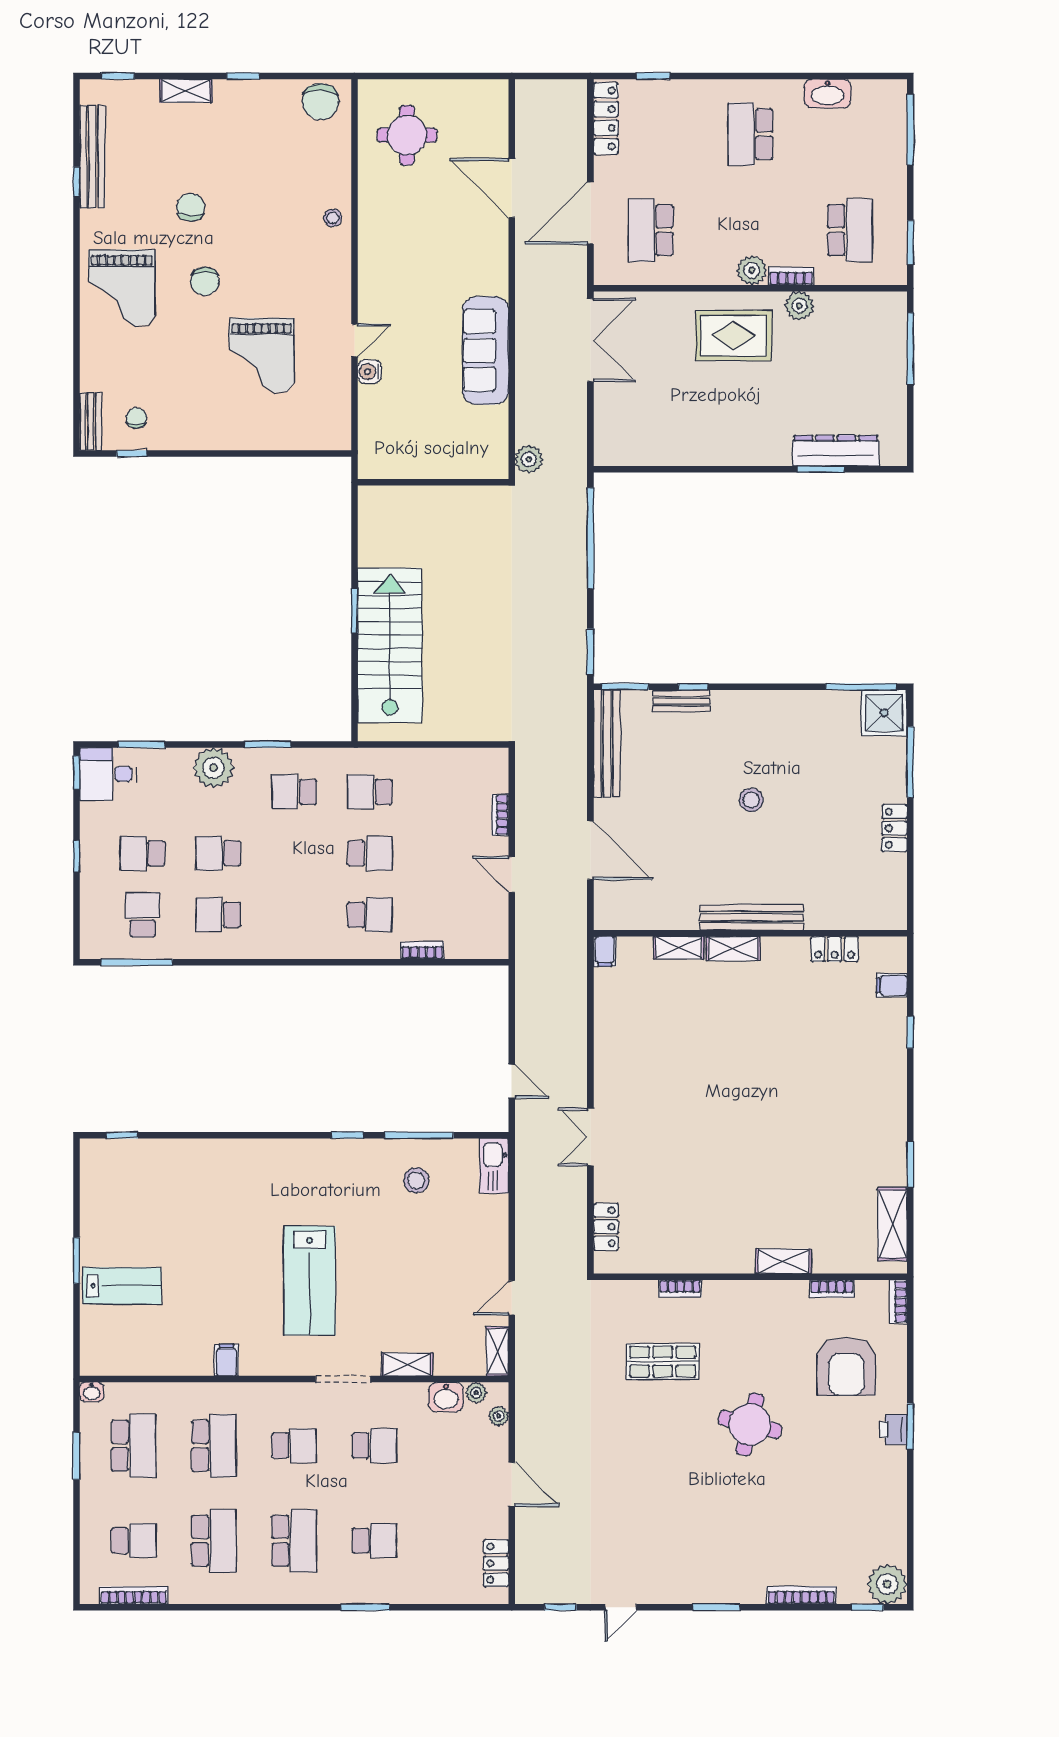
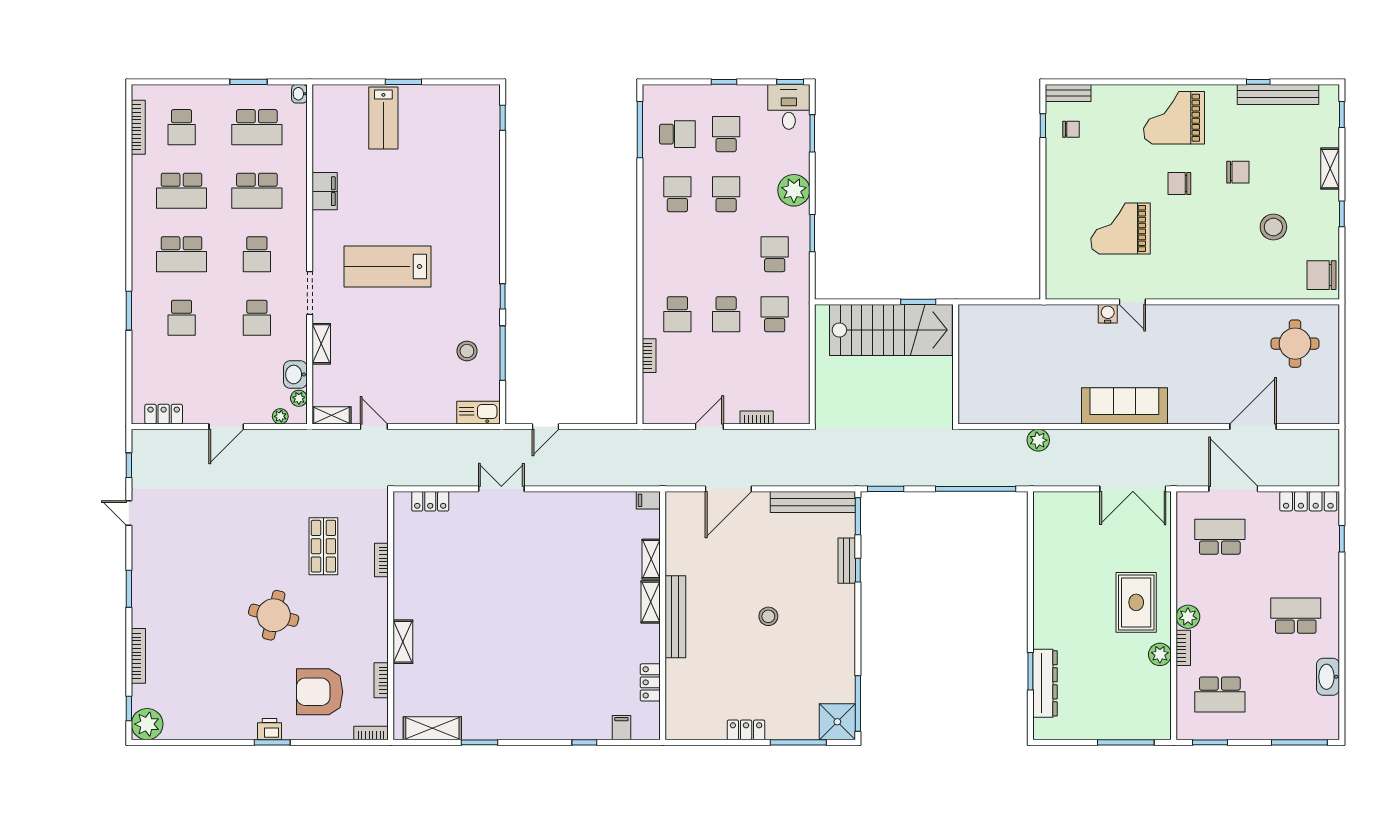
stool: (333, 218) -> (1273, 227), moved, width x1.89, depth x1.89
wall: (433, 482) -> (956, 364), moved
filing cabinet: (226, 1360) -> (325, 191), width x2.00

